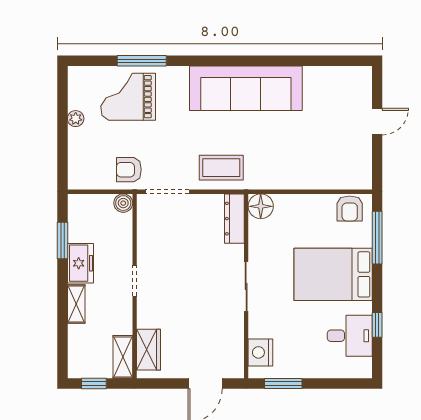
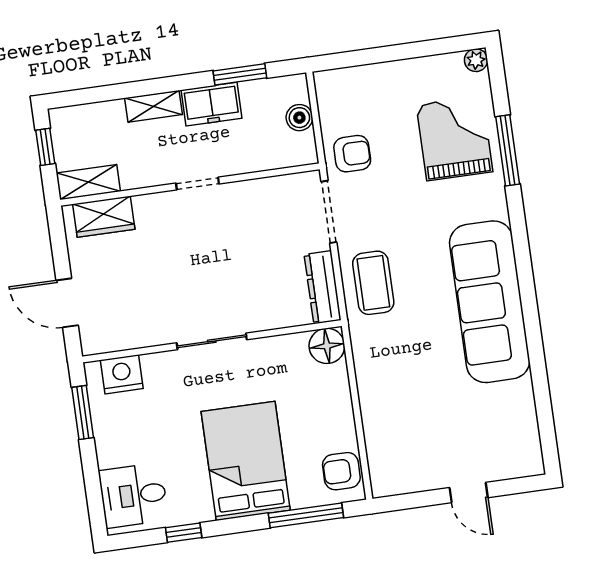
plant: (76, 119) -> (476, 60), moved
armchair: (129, 170) -> (352, 154), turned 90
boiler: (123, 203) -> (299, 118), moved
dresser: (234, 219) -> (323, 287), moved, turned -90
desk: (350, 336) -> (133, 495), moved, turned 90

